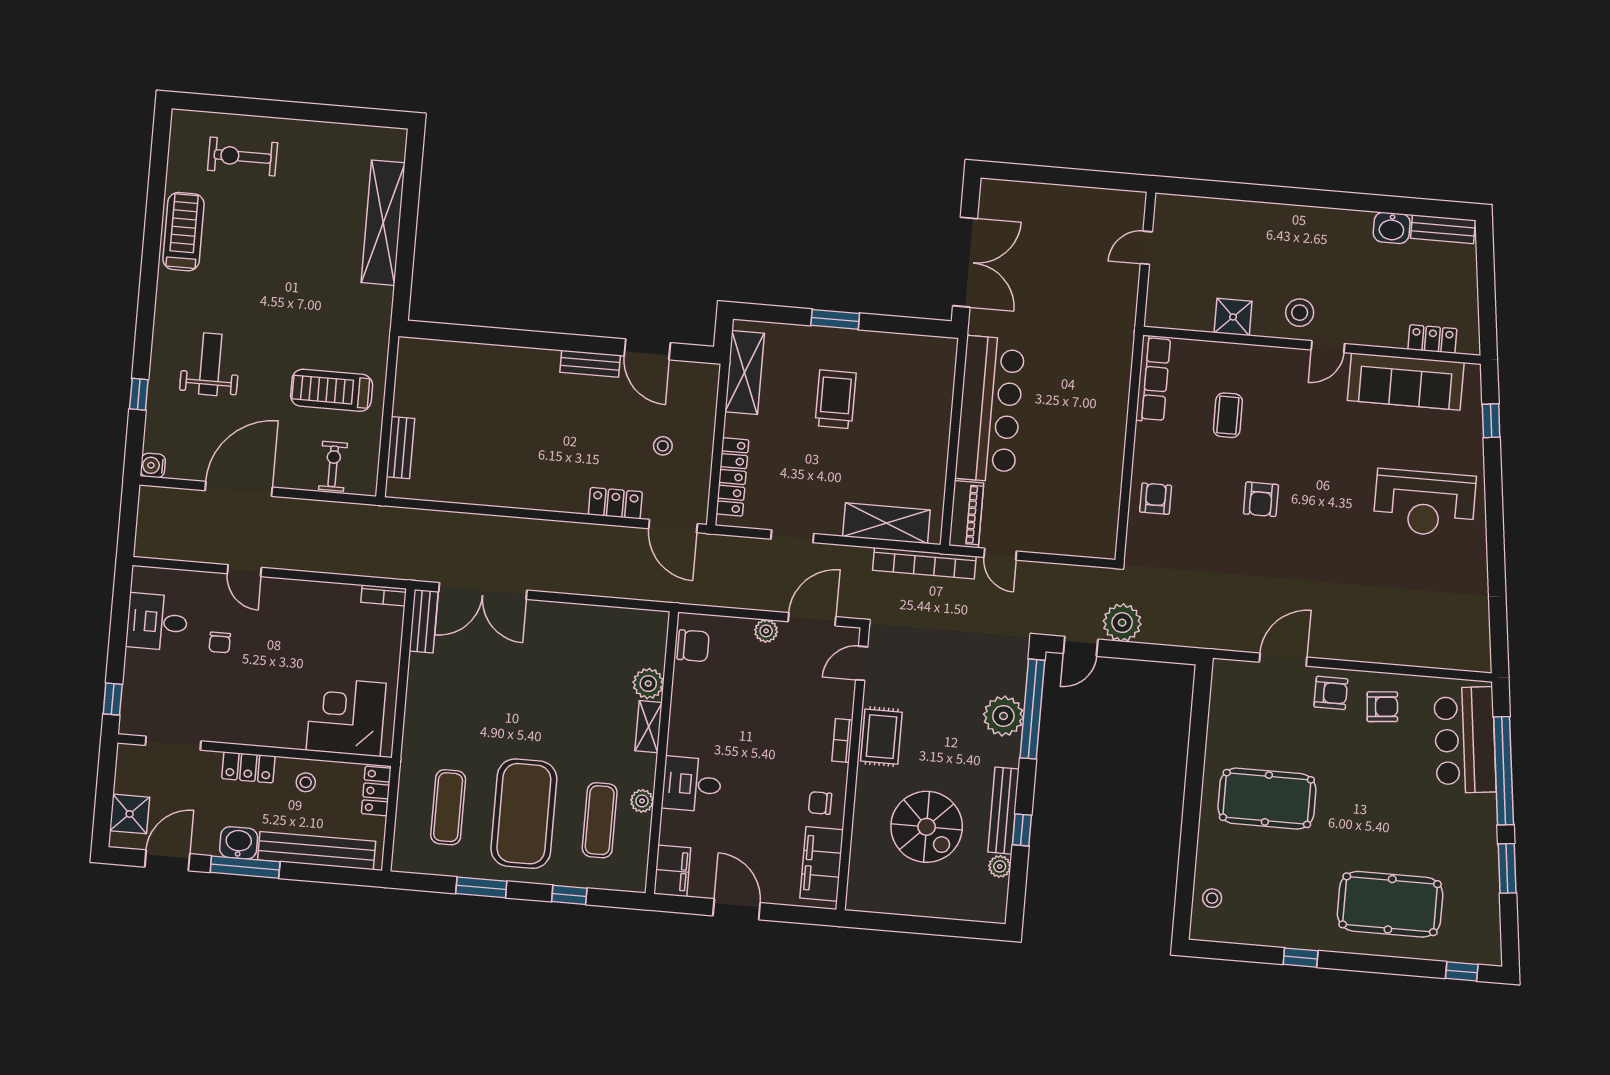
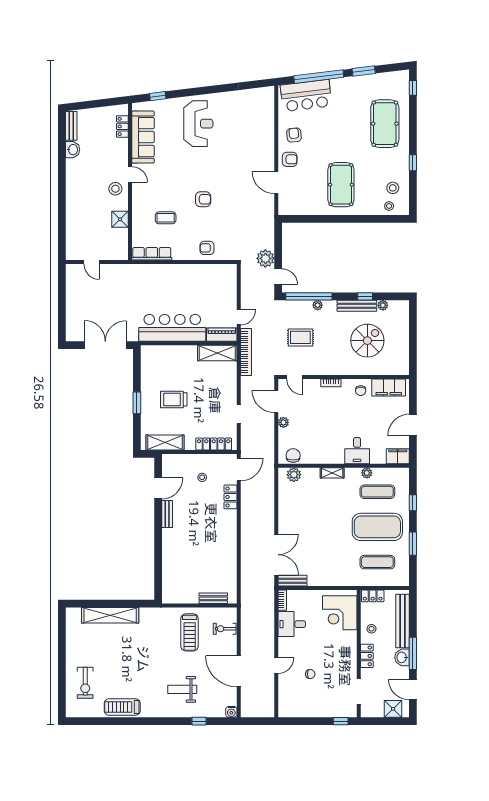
shelving: (886, 523) -> (217, 353), moved, turned 90
desk: (157, 622) -> (292, 624), moved, turned 90
plant: (648, 684) -> (294, 475), moved
armchair: (1331, 693) -> (290, 159), turned 90
plant: (1003, 716) -> (318, 305), width x0.53, depth x0.53
rug: (881, 737) -> (300, 337), moved
stool: (1250, 909) -> (393, 188), added

